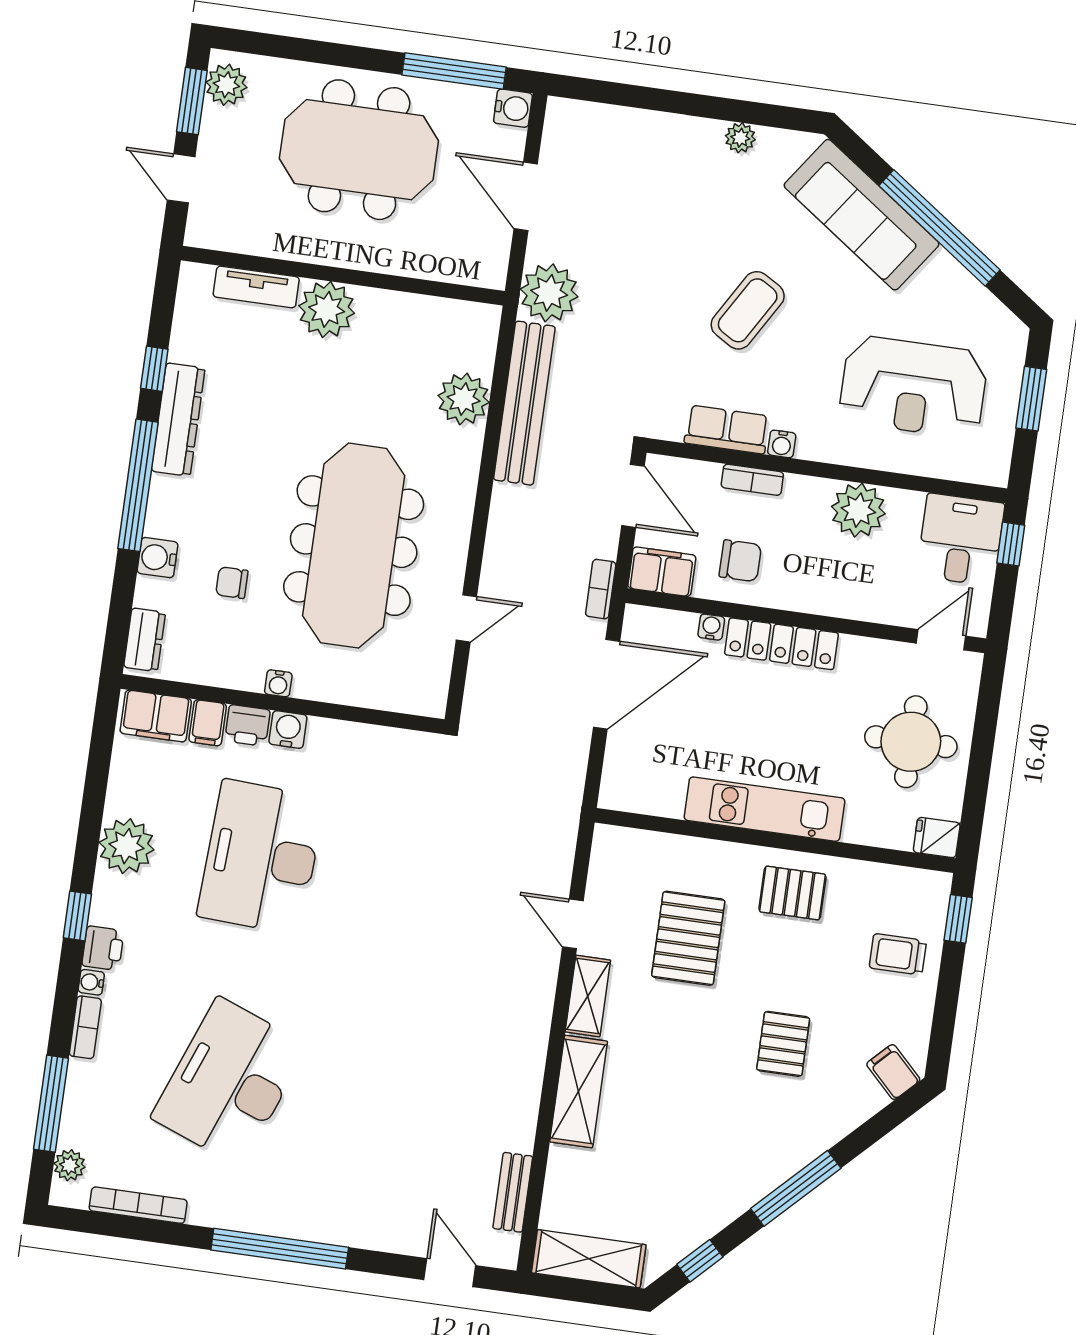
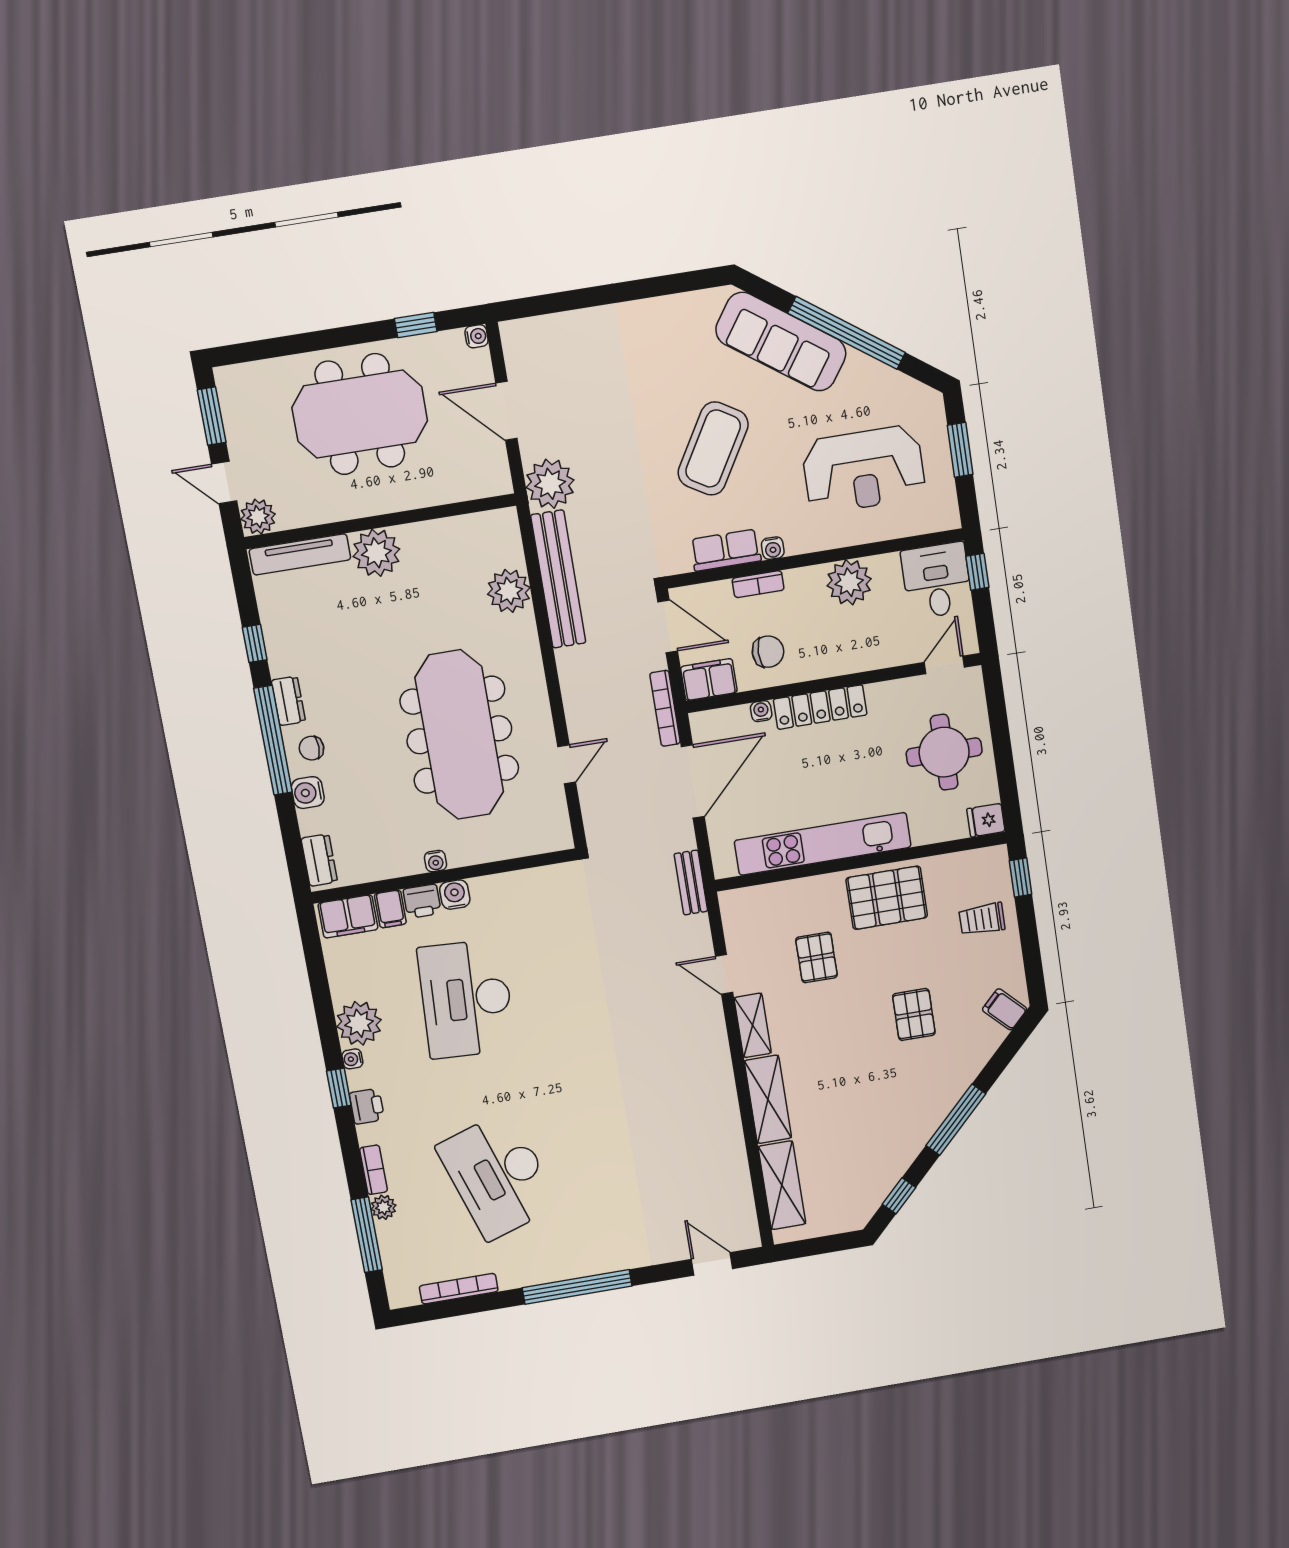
window: (454, 71) -> (416, 325), width x0.46
plant: (226, 85) -> (258, 517), moved
water cooler: (513, 108) -> (477, 336), width x0.72, depth x0.72
plant: (740, 138) -> (664, 308), removed
tv unit: (256, 287) -> (300, 554), width x1.41
coffee table: (748, 310) -> (713, 449), width x1.36, depth x1.32
dresser: (178, 420) -> (288, 701), width x0.51, depth x0.80
chair: (232, 583) -> (311, 748), moved
bookcase: (601, 589) -> (665, 708), width x1.56
kitchen unit: (764, 809) -> (823, 844), width x1.36
pallet: (792, 893) -> (887, 898), width x1.50, depth x1.42
pallet: (688, 938) -> (817, 957), width x0.67, depth x0.71
water cooler: (91, 982) -> (352, 1059), moved
desk: (230, 1082) -> (498, 1176), turned -39
plant: (69, 1165) -> (383, 1207), moved
bench: (513, 1192) -> (691, 883), moved
shelving: (589, 1259) -> (782, 1185), moved, turned 90

